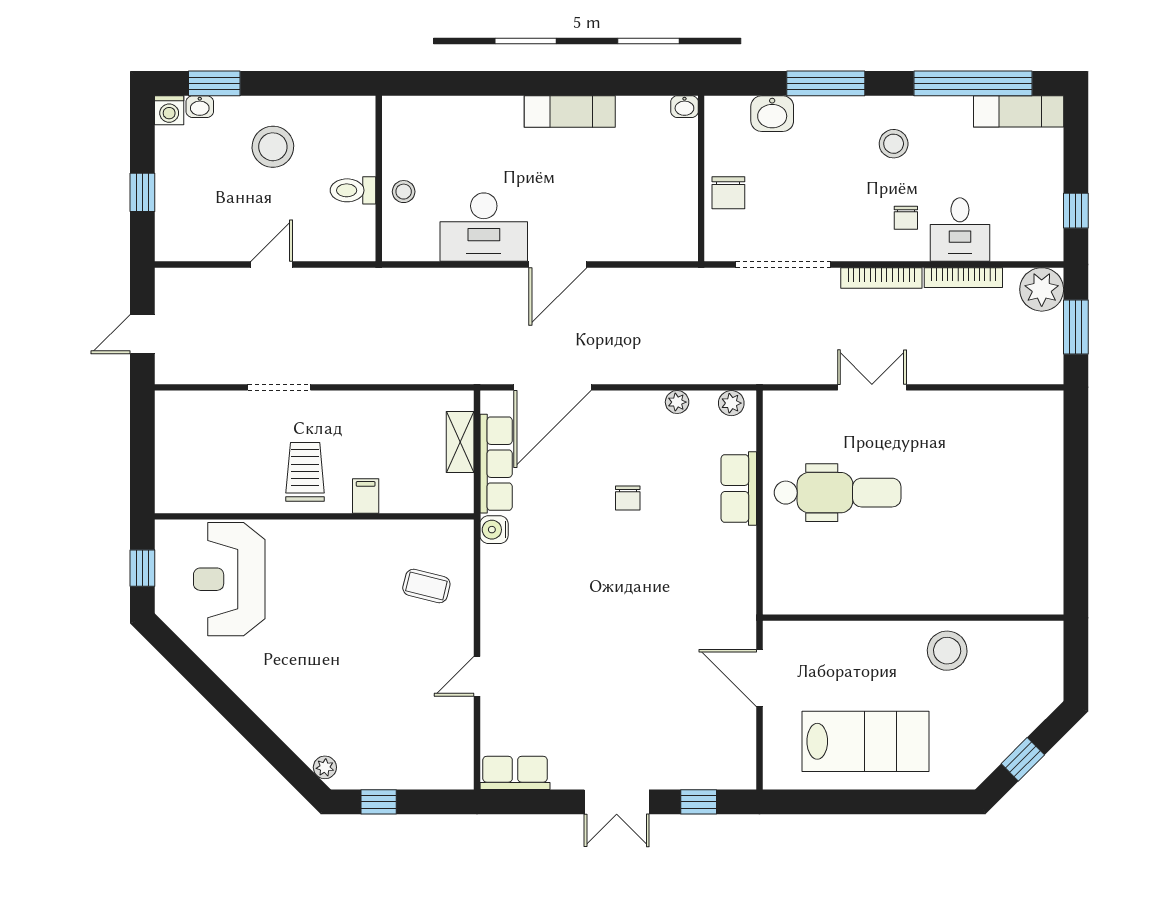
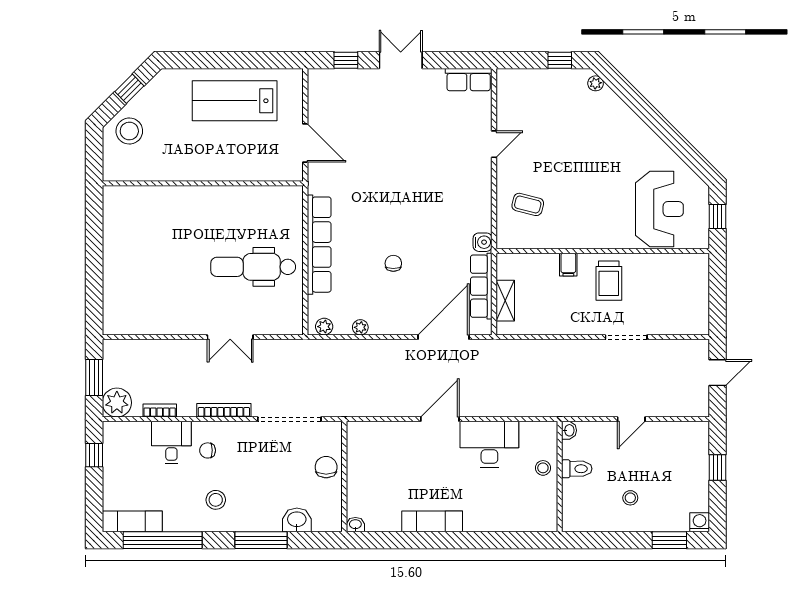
washbasin: (200, 107) -> (569, 430), moved, turned 90
stool: (273, 147) -> (630, 498), width x0.53, depth x0.53
chair: (906, 218) -> (208, 450), turned -90
bookcase: (963, 278) -> (160, 410), width x0.64
row of seats: (739, 488) -> (319, 245), width x2.02
stool: (947, 651) -> (129, 131), moved

